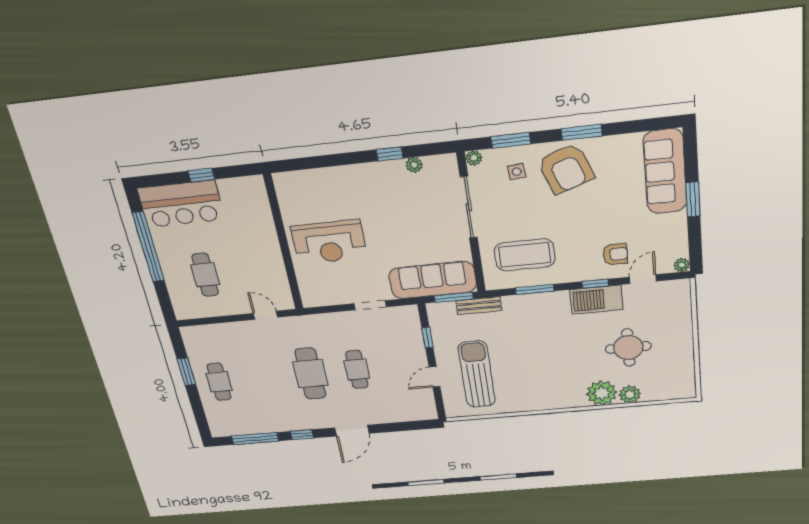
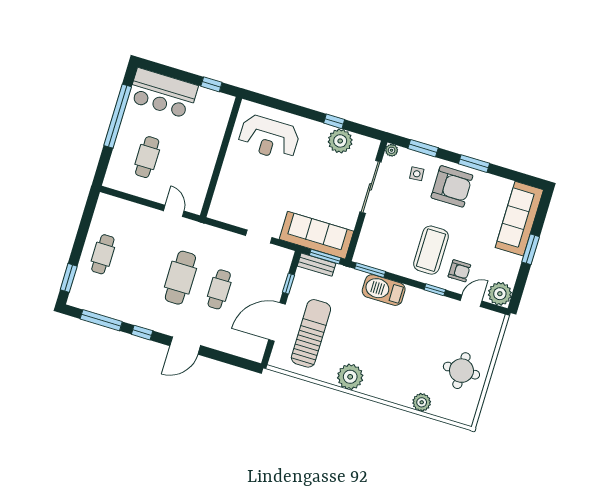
plant: (414, 165) -> (340, 141), width x1.88, depth x1.88
armchair: (566, 169) -> (452, 186), turned -70
window: (201, 175) -> (211, 84), moved
reception desk: (329, 242) -> (269, 138), moved
coffee table: (525, 255) -> (431, 250), moved, turned 90
plant: (682, 265) -> (500, 294), width x1.88, depth x1.88
window: (535, 289) -> (370, 270), moved
barbecue: (596, 300) -> (384, 290), moved
bench: (479, 306) -> (317, 265), moved
round table: (628, 348) -> (461, 371), moved
window: (186, 372) -> (69, 278), moved
door: (435, 377) -> (277, 322), width x1.88
plant: (602, 393) -> (350, 377), moved

